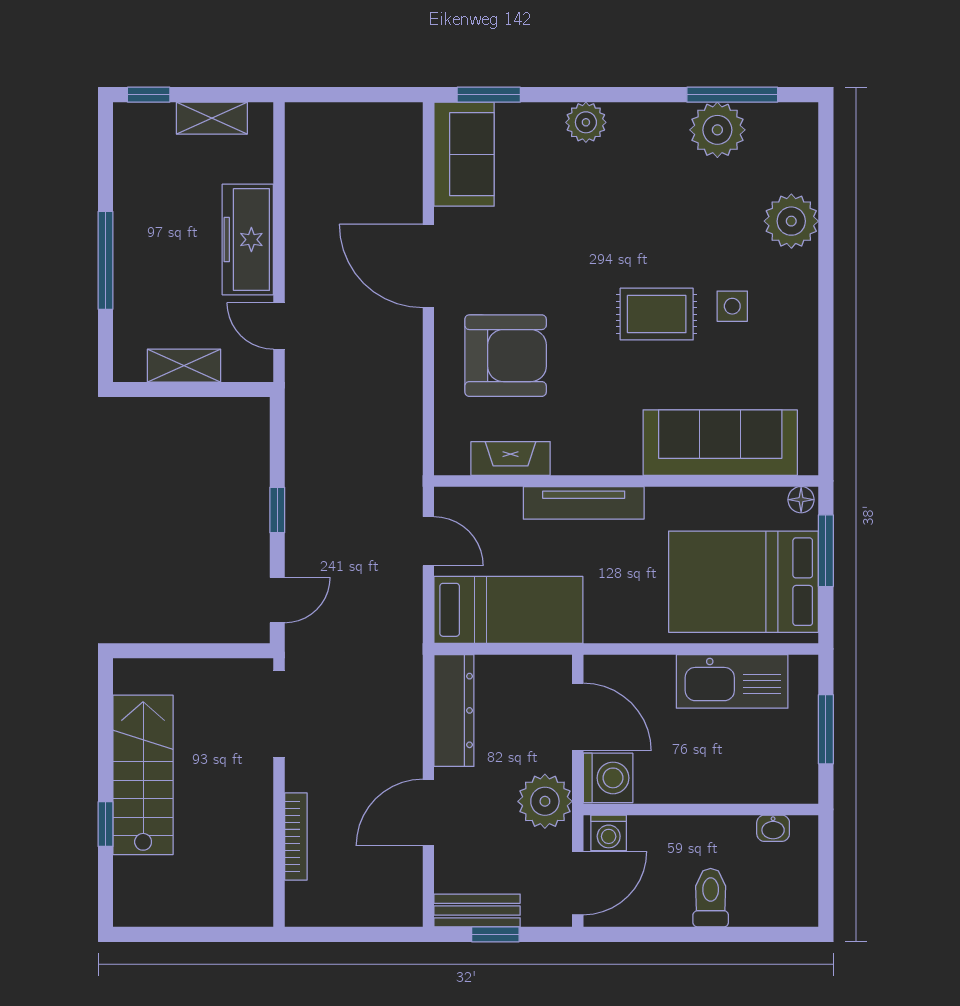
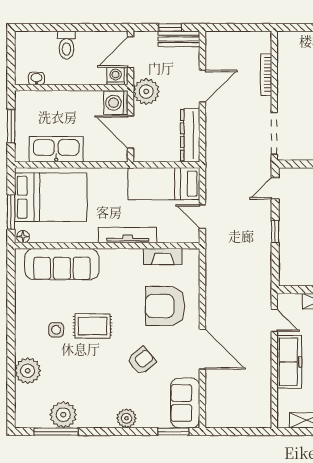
armchair: (555, 242) -> (142, 361), added

